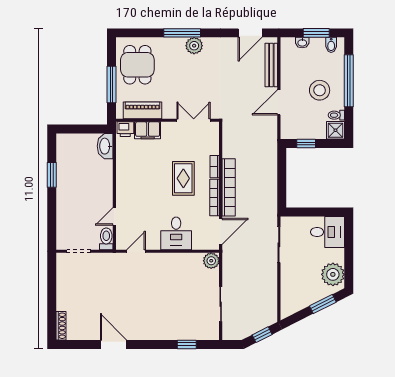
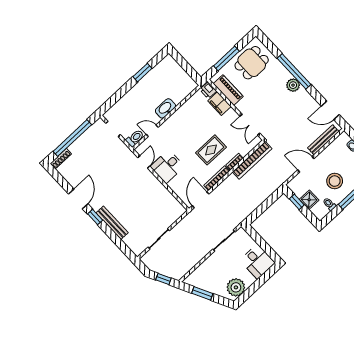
window: (182, 33) -> (294, 71), width x1.46
double door: (194, 120) -> (250, 125), swing flipped
shower: (335, 130) -> (309, 200), moved
washbasin: (105, 146) -> (165, 108), moved
bookcase: (229, 187) -> (252, 160), moved
door: (221, 231) -> (201, 200), swing flipped
desk: (176, 233) -> (167, 166), moved
door: (136, 251) -> (144, 162), hinge flipped
plant: (211, 261) -> (179, 210), removed
window: (52, 297) -> (72, 138), added
window: (323, 304) -> (202, 293), moved
bench: (165, 334) -> (112, 223), added
window: (187, 344) -> (95, 217), moved

